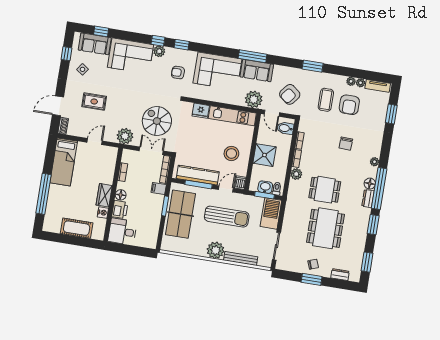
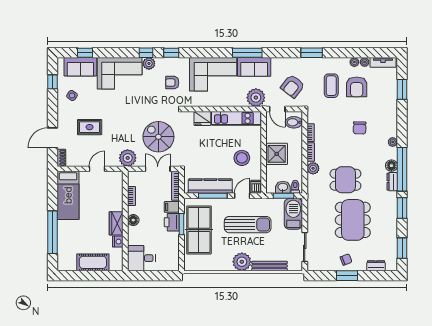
printer: (120, 210) -> (172, 222), moved, turned 180

